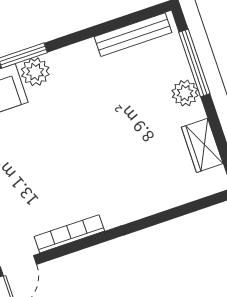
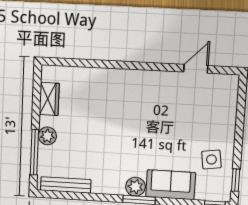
bookcase: (69, 234) -> (155, 76), removed

